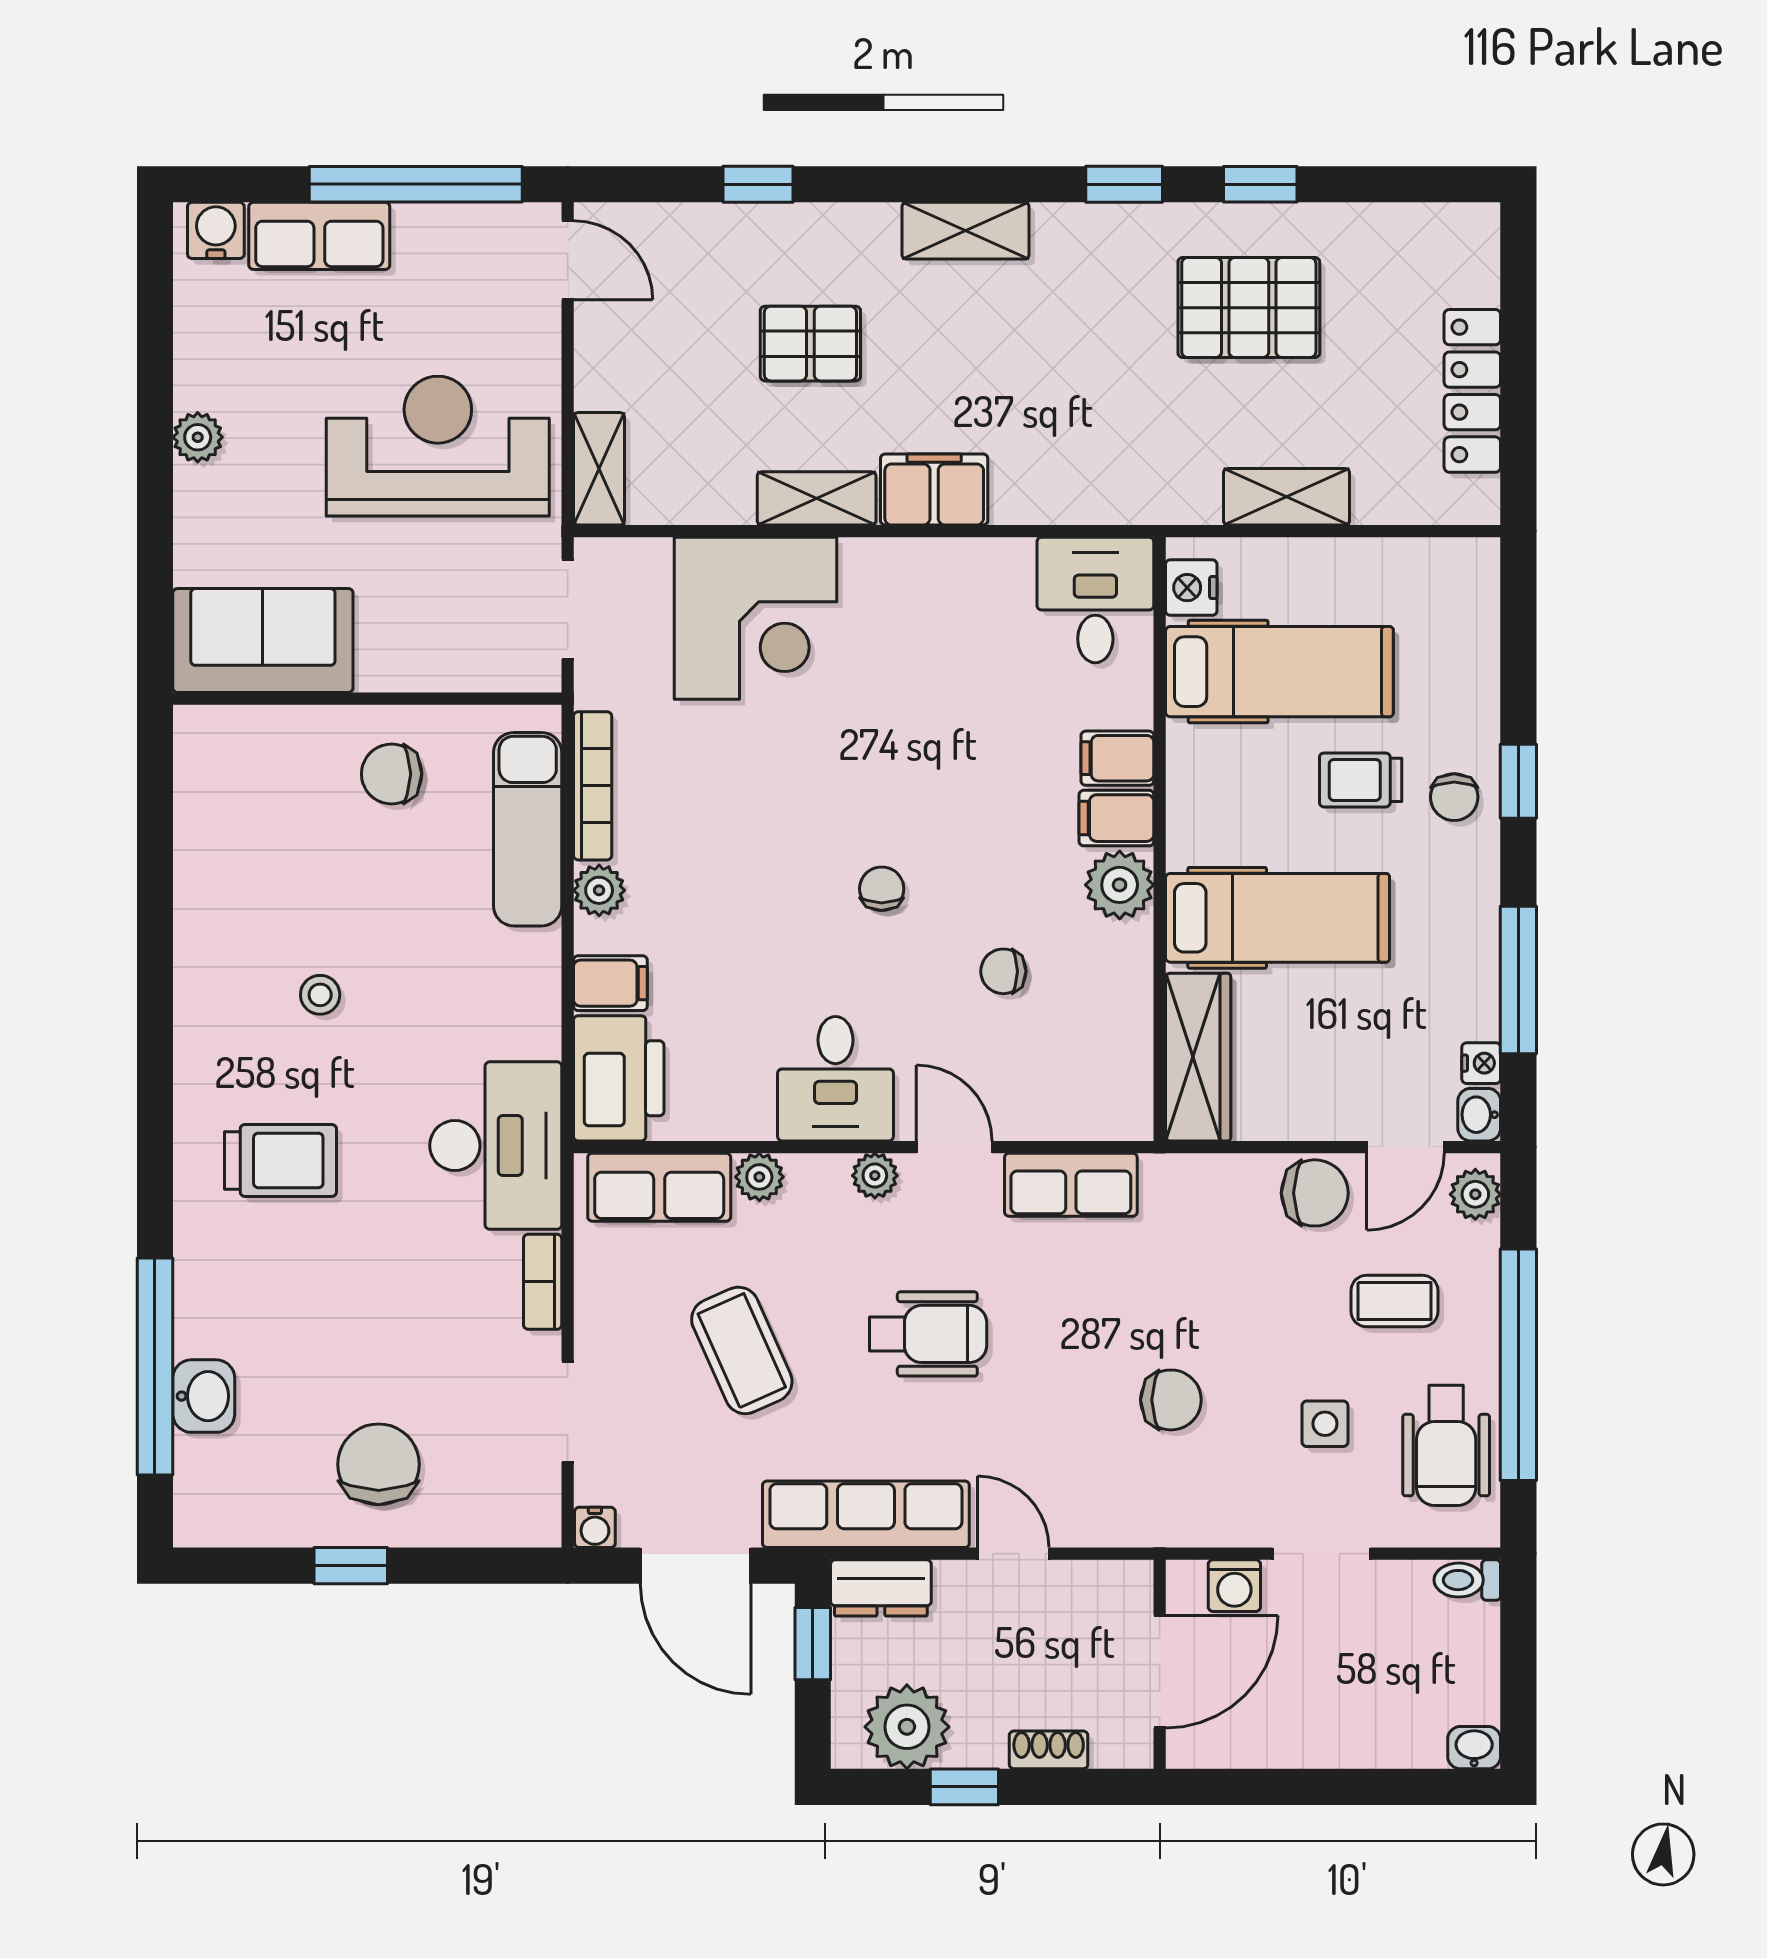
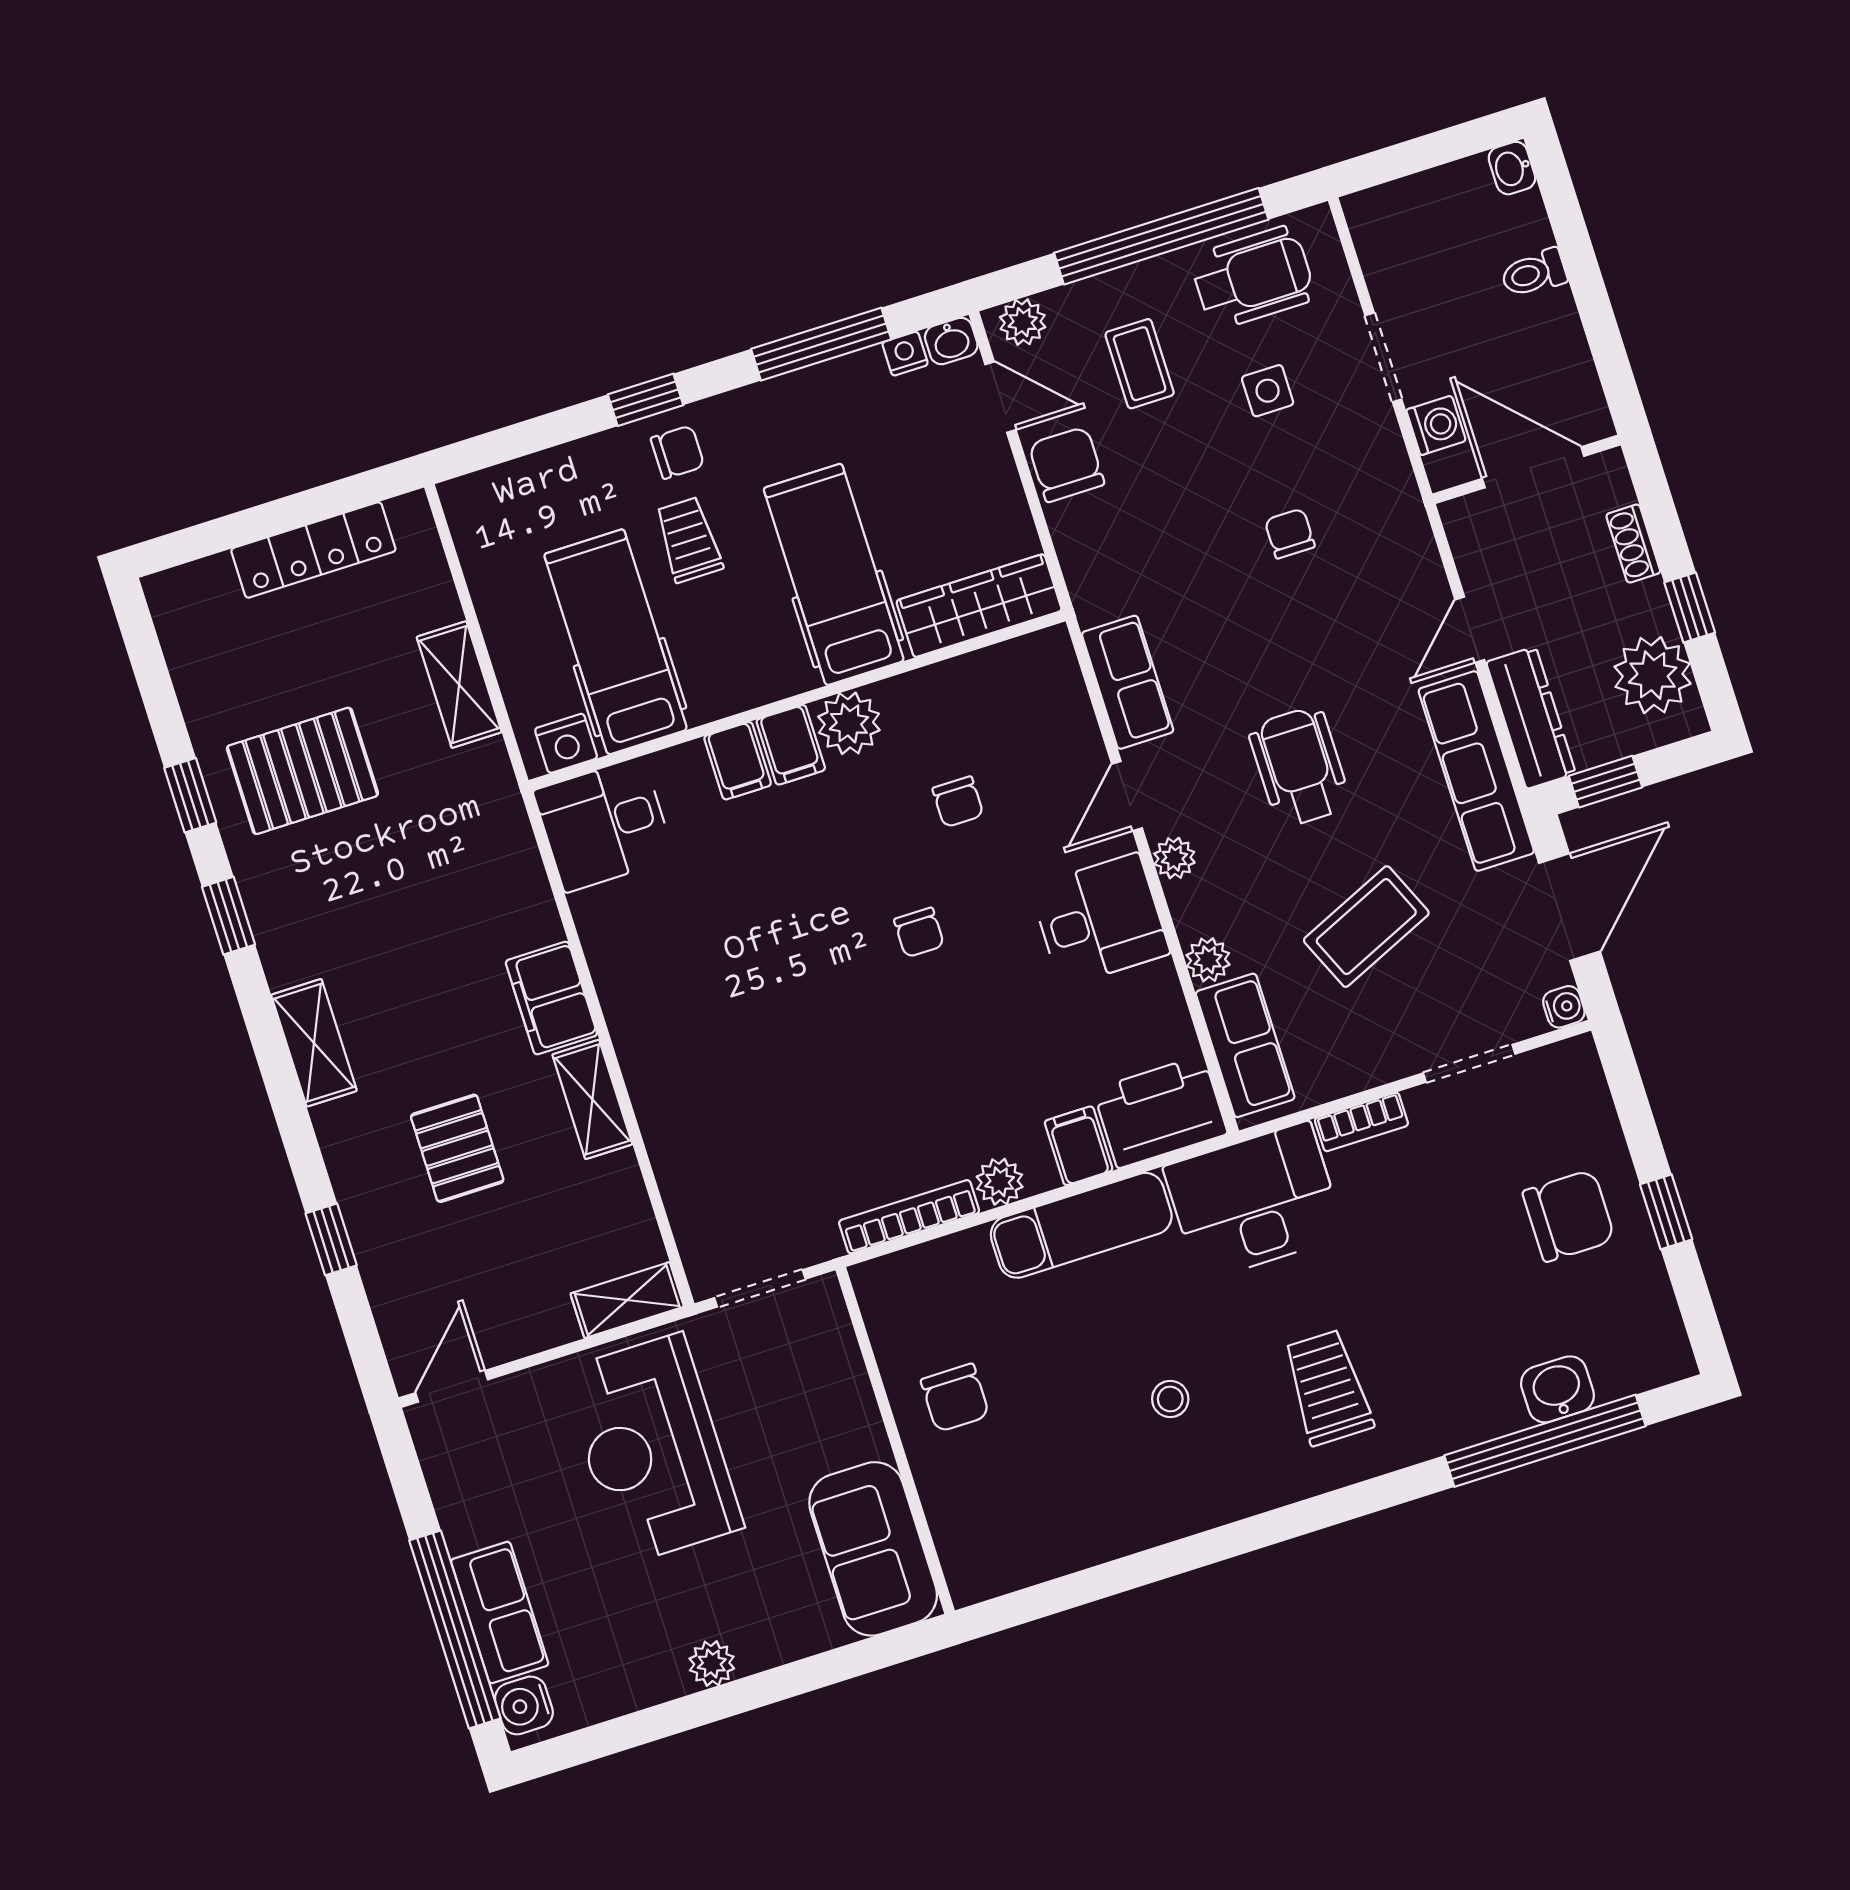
window: (416, 184) -> (455, 1629), moved
pallet: (1249, 308) -> (302, 771), turned 90
corner desk: (755, 618) -> (715, 1120), removed
trolley: (1361, 780) -> (689, 540), turned 180
exam couch: (528, 829) -> (1081, 1225), moved
chair: (882, 889) -> (919, 932), turned -90
chair: (1171, 1400) -> (1290, 534), width x0.73, depth x0.73
chair: (379, 1464) -> (1569, 1216), turned 180
toilet: (1467, 1580) -> (1534, 273), moved, turned 90
dresser: (881, 1588) -> (1531, 718), width x1.44

